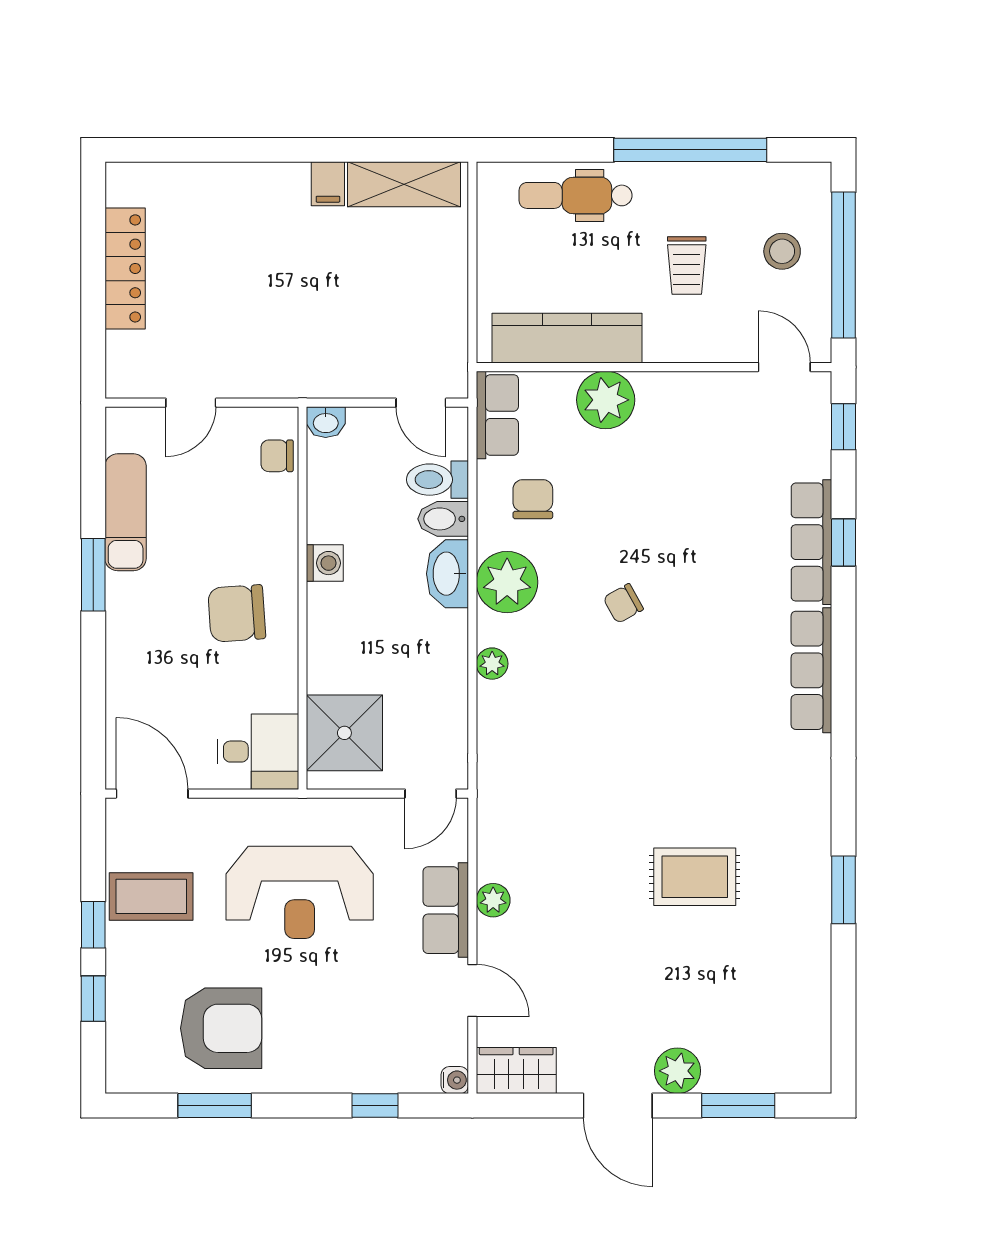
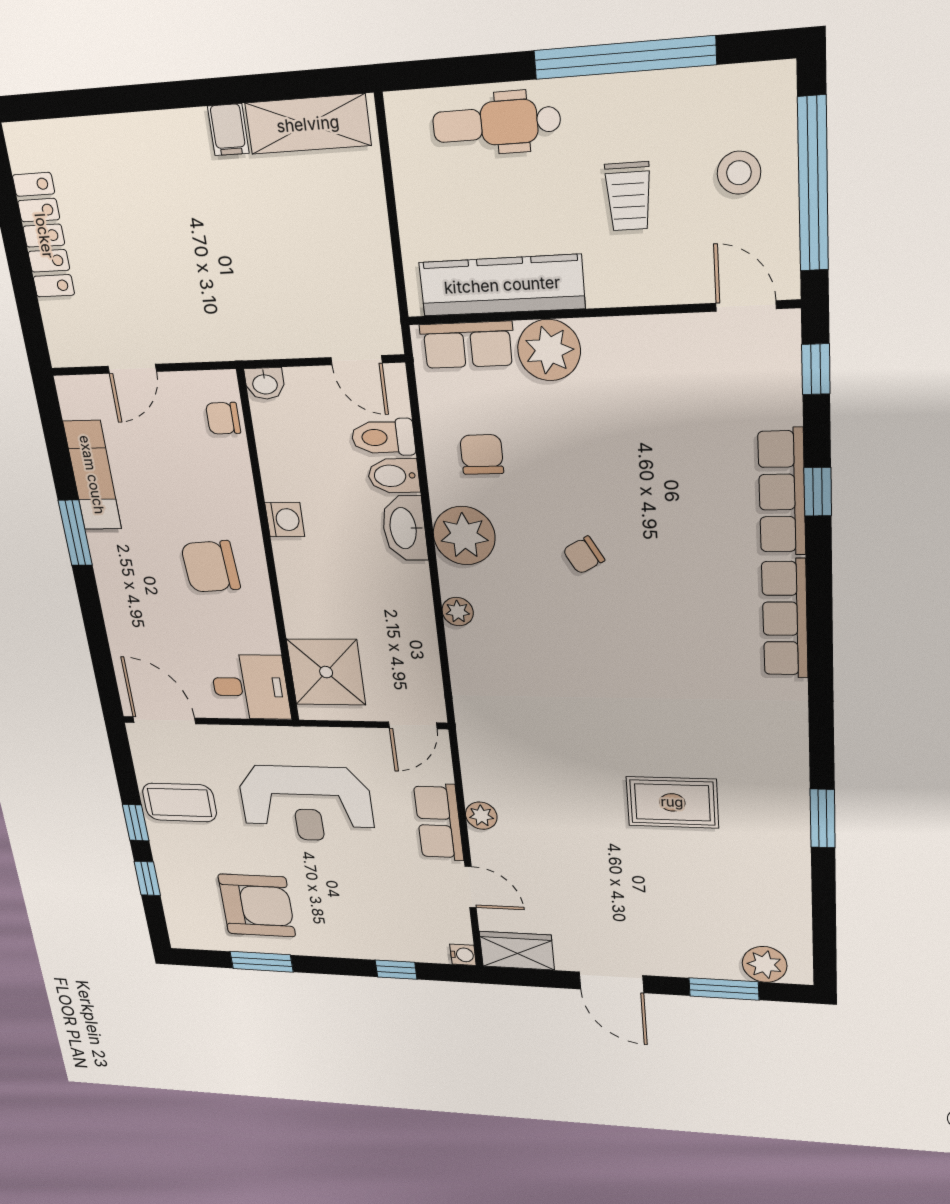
row of seats: (497, 415) -> (467, 345), moved, turned 90
plant: (678, 1071) -> (765, 964), moved

